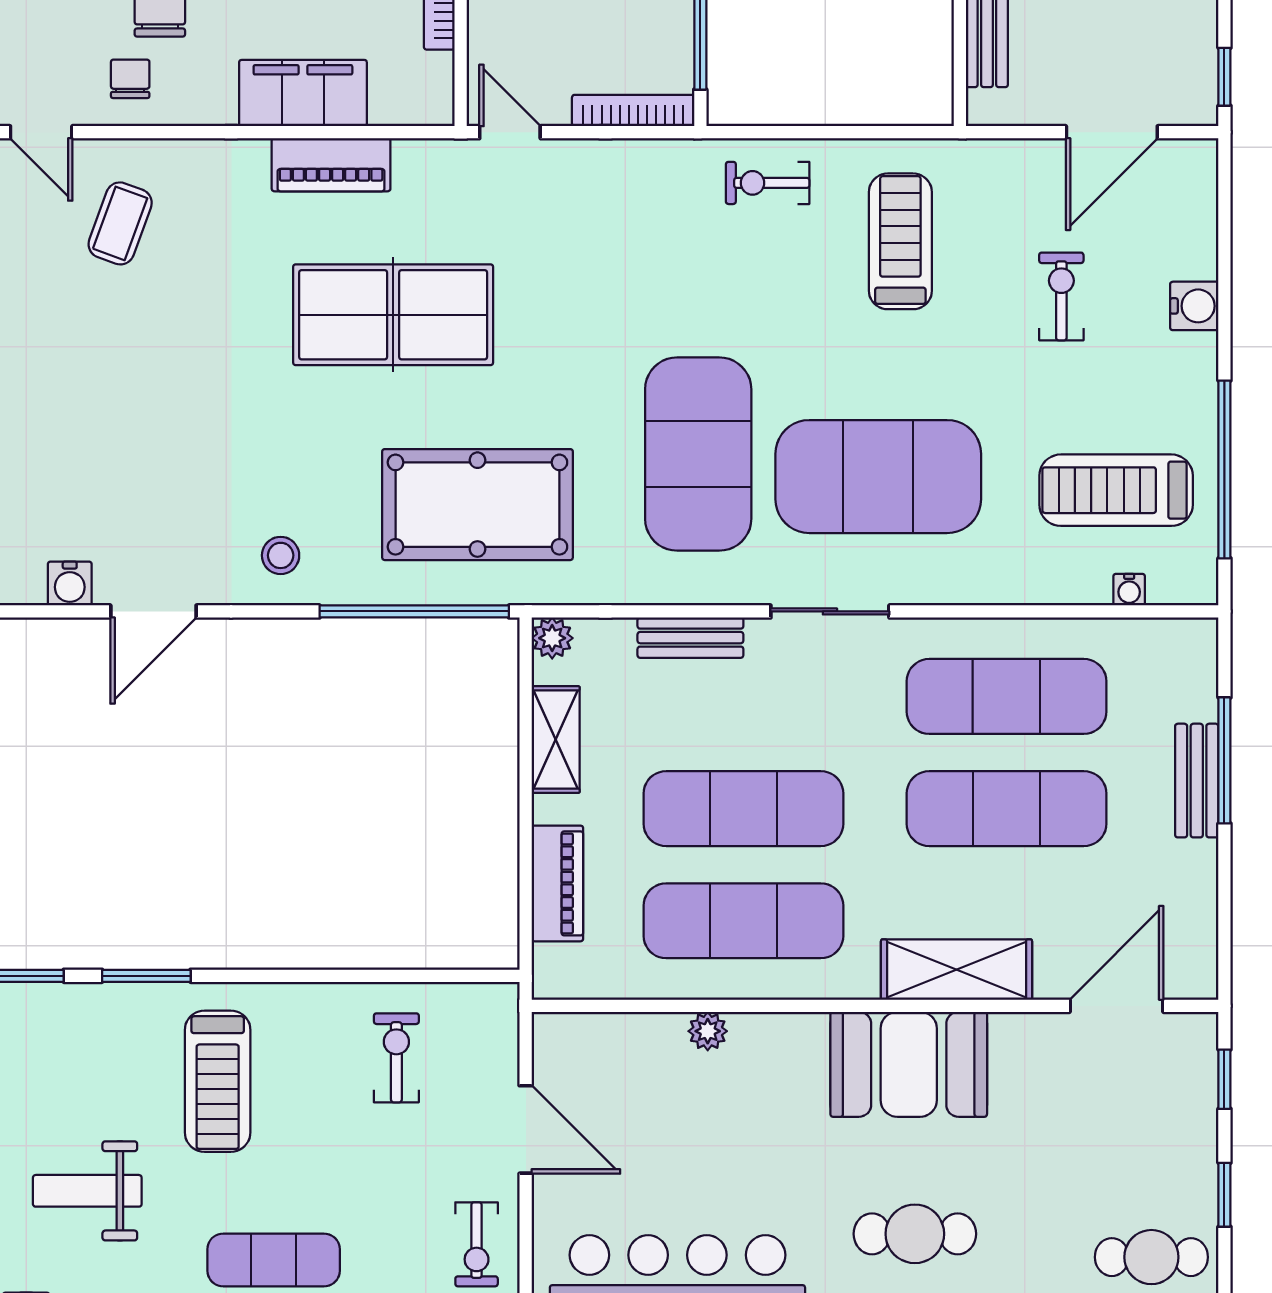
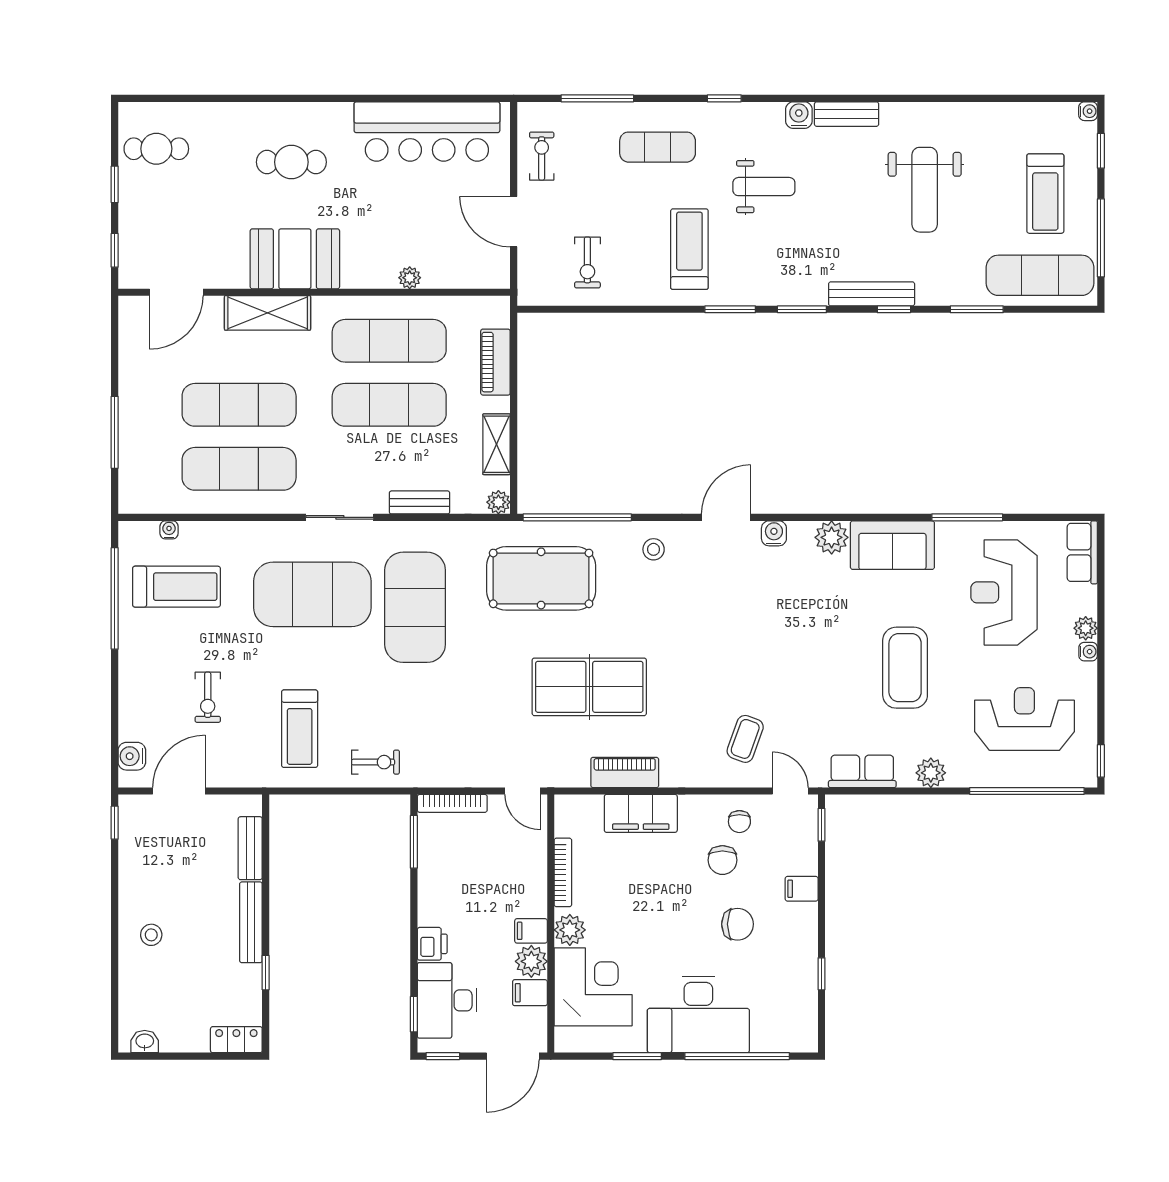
water cooler: (1194, 306) -> (132, 756), moved
bench: (1197, 781) -> (130, 421), removed

